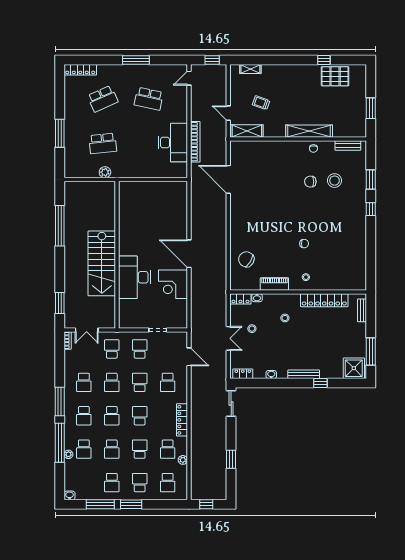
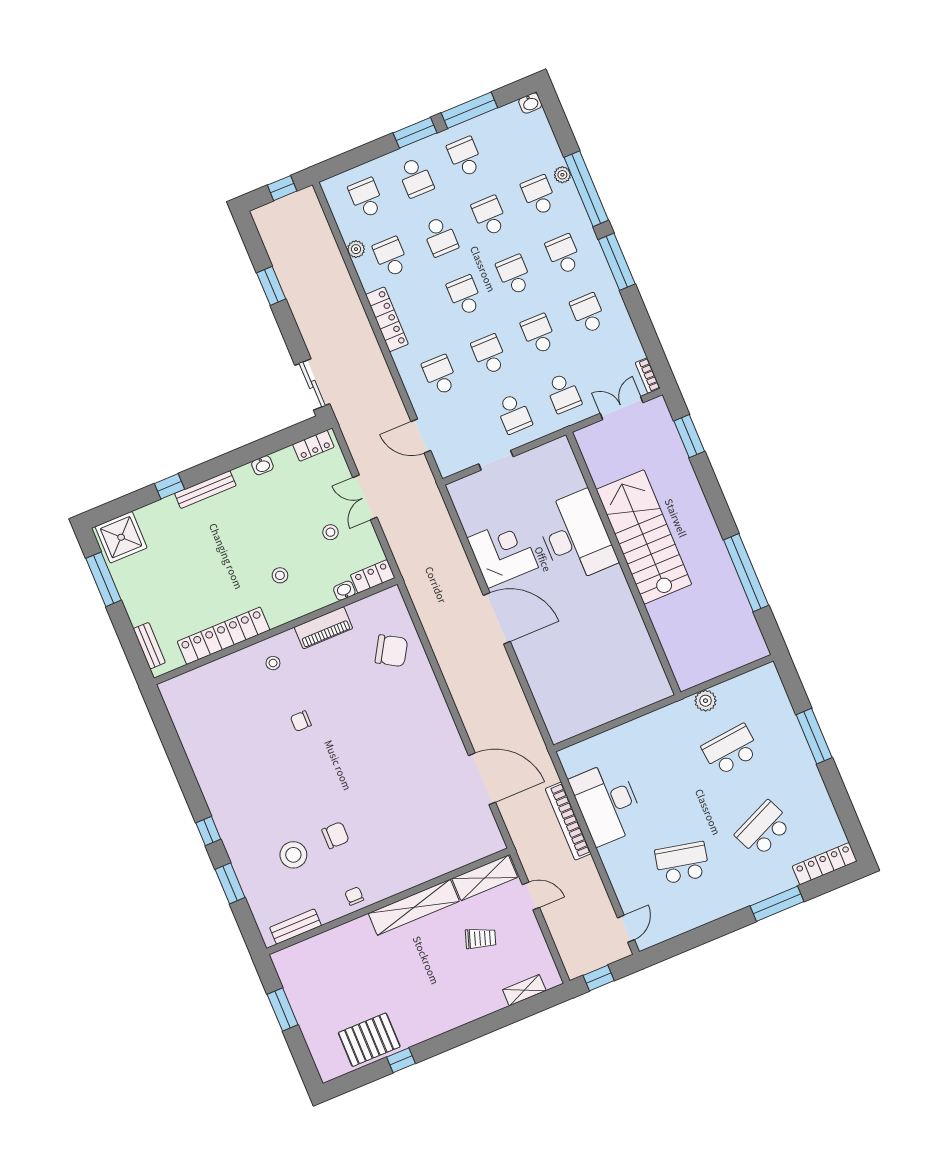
window: (136, 60) -> (777, 904), moved
shelving: (309, 131) -> (414, 907), moved
school desk: (140, 382) -> (489, 355), turned 180
school desk: (140, 416) -> (465, 295), turned 180

